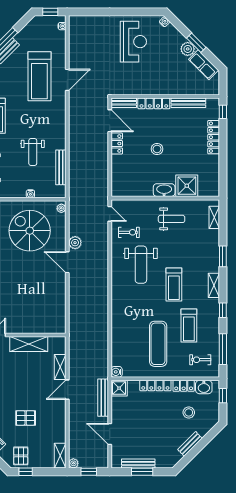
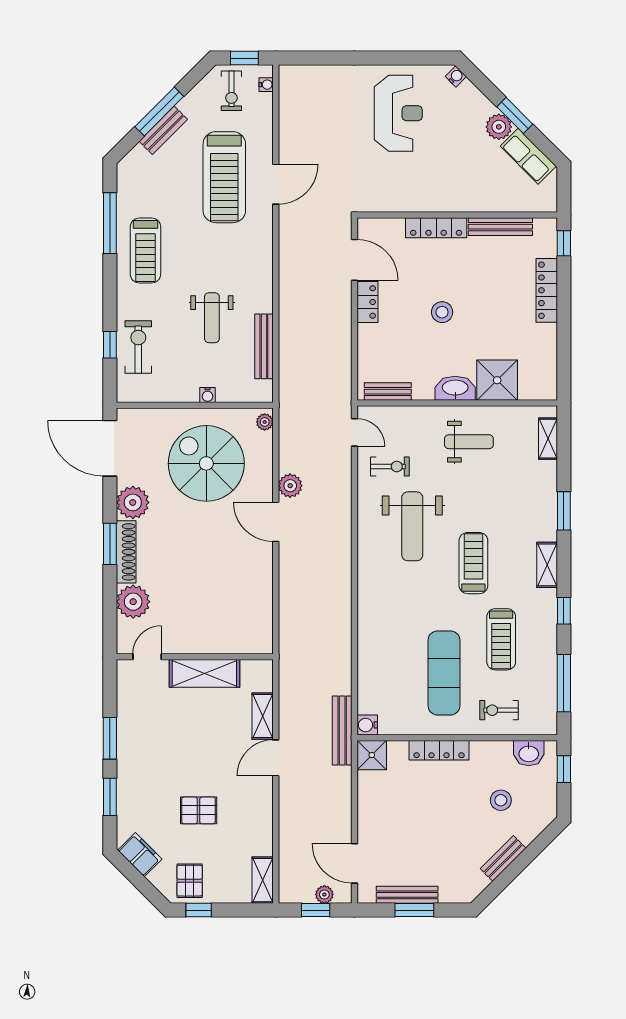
exercise bike: (43, 30) -> (231, 91), added
bench: (124, 103) -> (388, 392), moved
treadmill: (174, 284) -> (473, 563), turned 180
exercise bike: (200, 360) -> (499, 710), moved
locker: (184, 386) -> (491, 751), removed
bench: (103, 398) -> (342, 731), moved
door: (110, 434) -> (354, 863), moved
plant: (73, 463) -> (324, 894), moved

